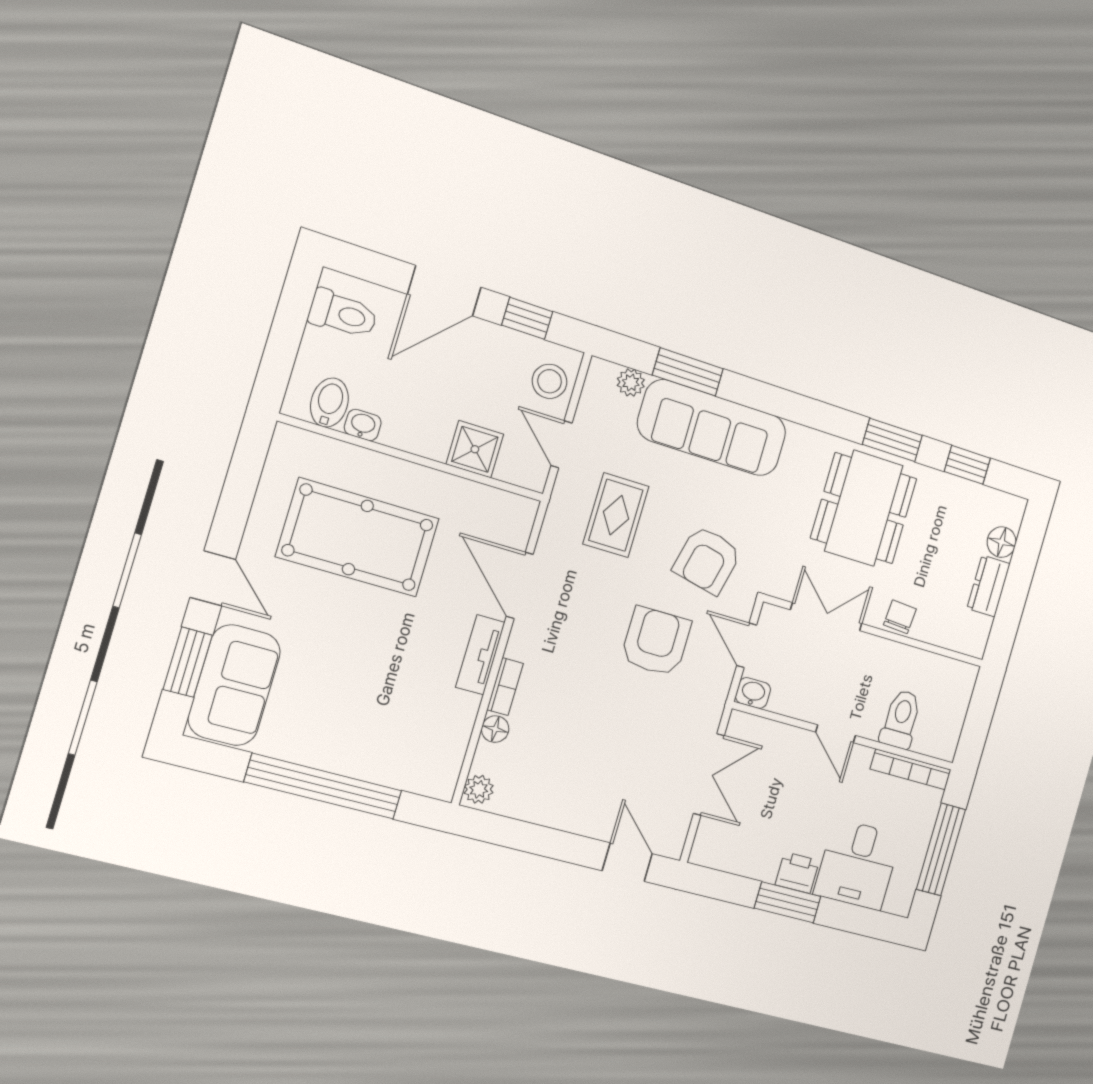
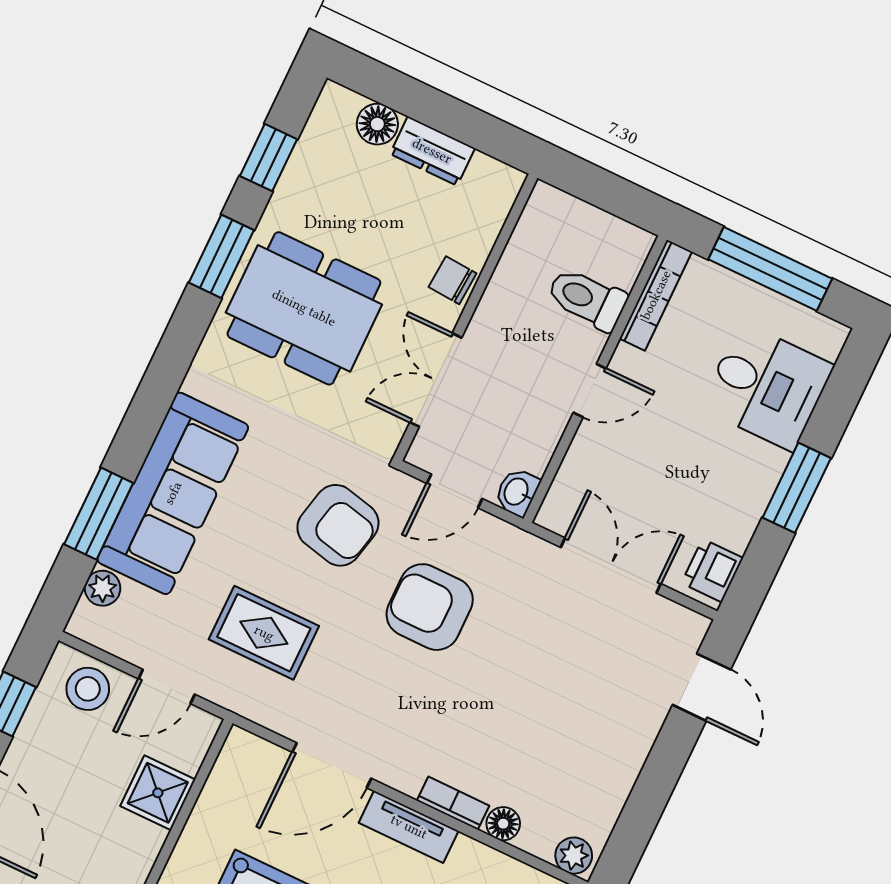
door: (627, 862) -> (702, 687), swing flipped
printer: (797, 873) -> (712, 571), moved

